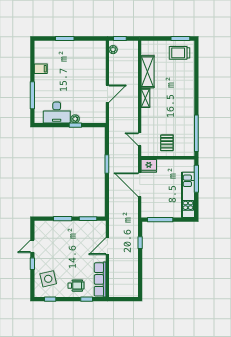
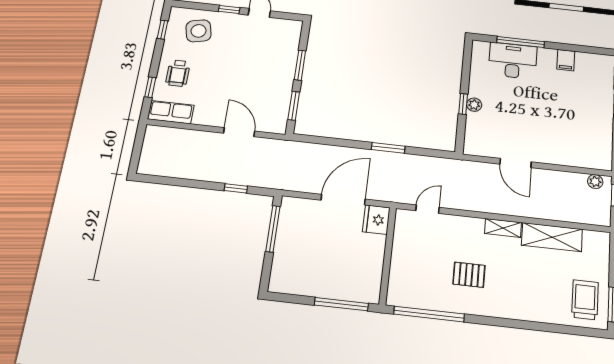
desk: (57, 112) -> (513, 61), moved, turned 90
pallet: (167, 143) -> (469, 275), moved
kitchen unit: (188, 195) -> (312, 285), removed
row of seats: (100, 279) -> (171, 112), width x0.68

